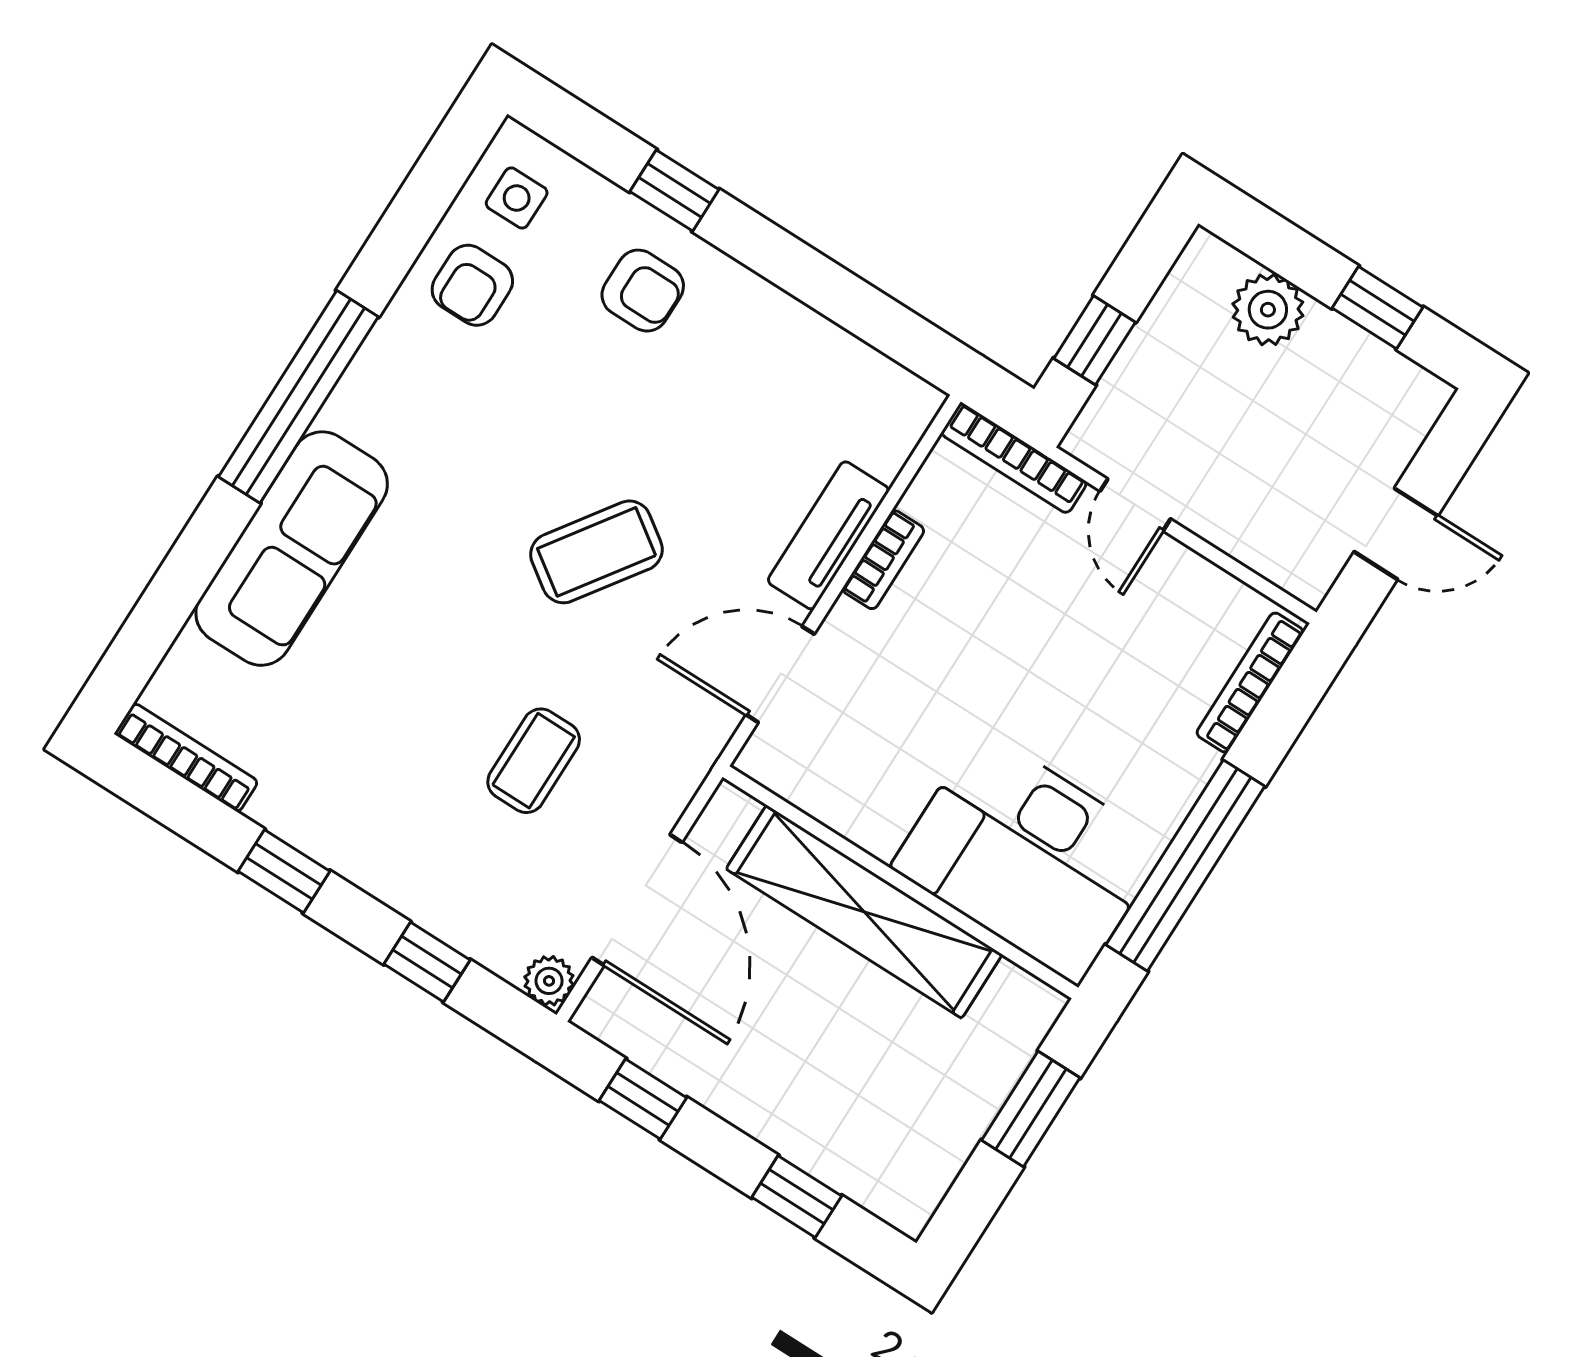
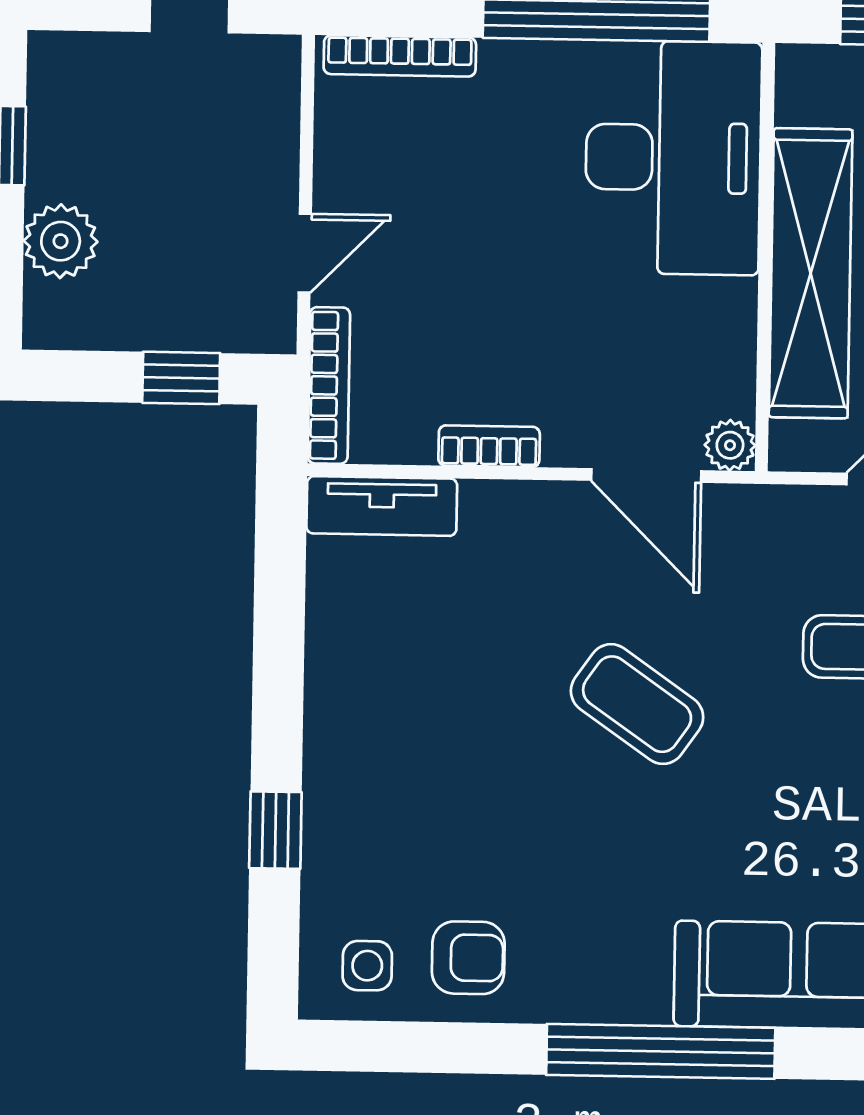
armchair: (643, 291) -> (381, 804), removed
tv unit: (828, 535) -> (382, 506), moved
plant: (763, 759) -> (730, 445), added

